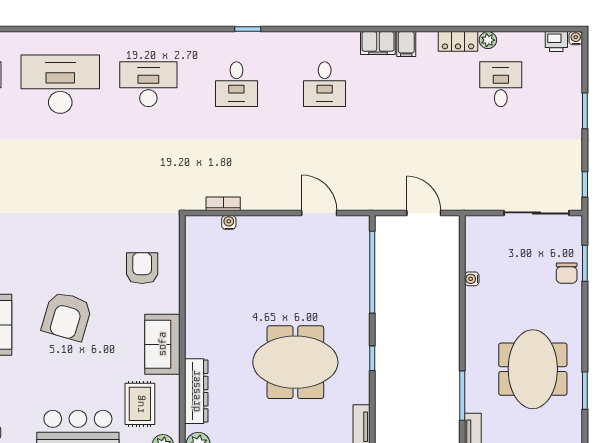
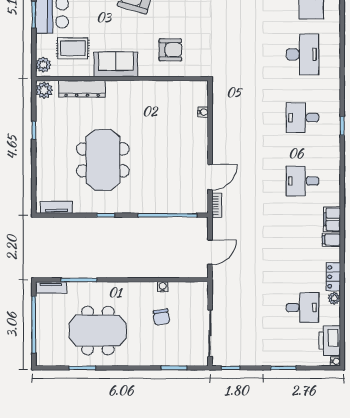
printer: (556, 42) -> (330, 341), width x1.87, depth x1.48
bookcase: (223, 204) -> (217, 205), moved
chair: (567, 273) -> (161, 317), moved, turned -98

